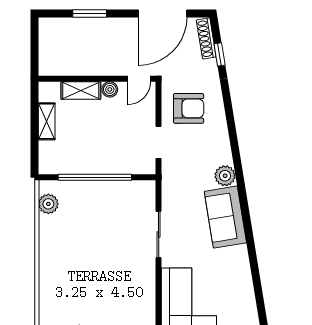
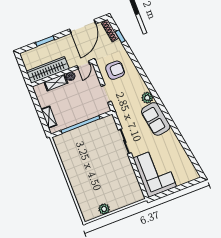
wardrobe: (75, 64) -> (48, 70), added
shelving: (47, 121) -> (49, 117), moved
plant: (48, 204) -> (62, 148), removed

